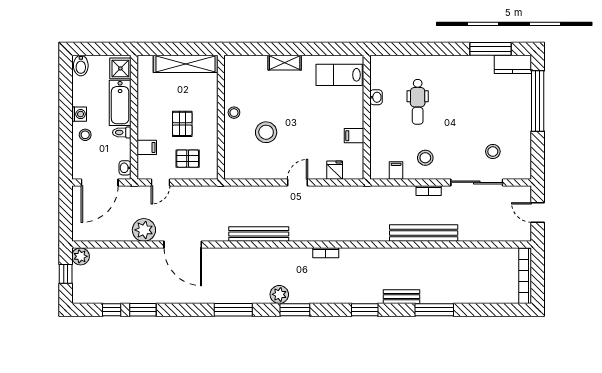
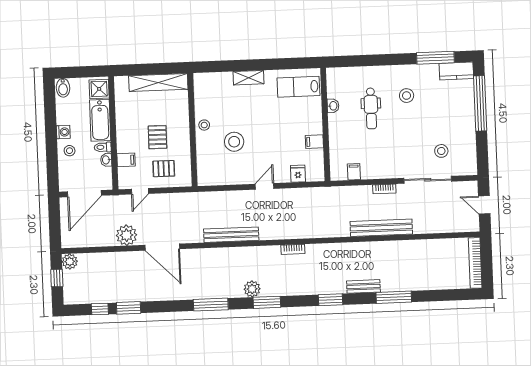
stool: (425, 158) -> (407, 96), moved
washbasin: (125, 168) -> (106, 160), moved

